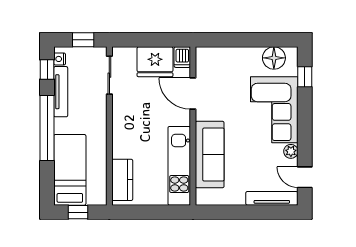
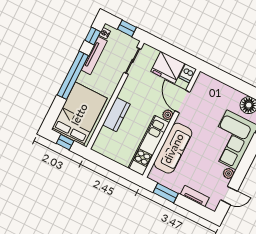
plant: (184, 118) -> (168, 115), added
bed: (70, 170) -> (79, 114), width x1.50
door: (305, 177) -> (229, 196), swing flipped
kitchen counter: (122, 180) -> (116, 115), moved
tv unit: (272, 198) -> (195, 196), width x0.71
window: (228, 212) -> (166, 193), added

